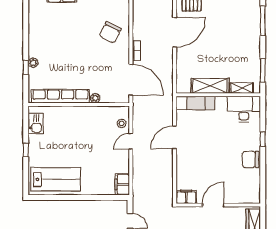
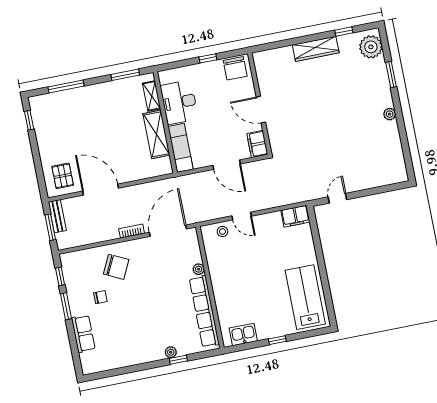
chair: (88, 15) -> (100, 297), added
desk: (244, 109) -> (179, 102), moved
filing cabinet: (186, 197) -> (257, 144), moved
door: (213, 205) -> (261, 110), moved
wall: (218, 205) -> (260, 104), moved

